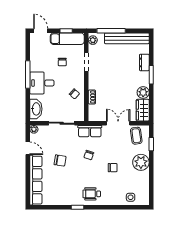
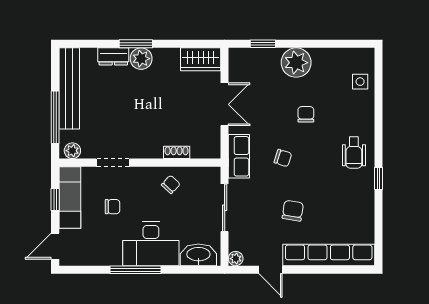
desk: (42, 83) -> (151, 244), width x1.37
plant: (143, 92) -> (141, 59), moved
double door: (118, 123) -> (225, 104), swing flipped
coffee table: (136, 136) -> (247, 71), removed
door: (28, 148) -> (271, 270), swing flipped

